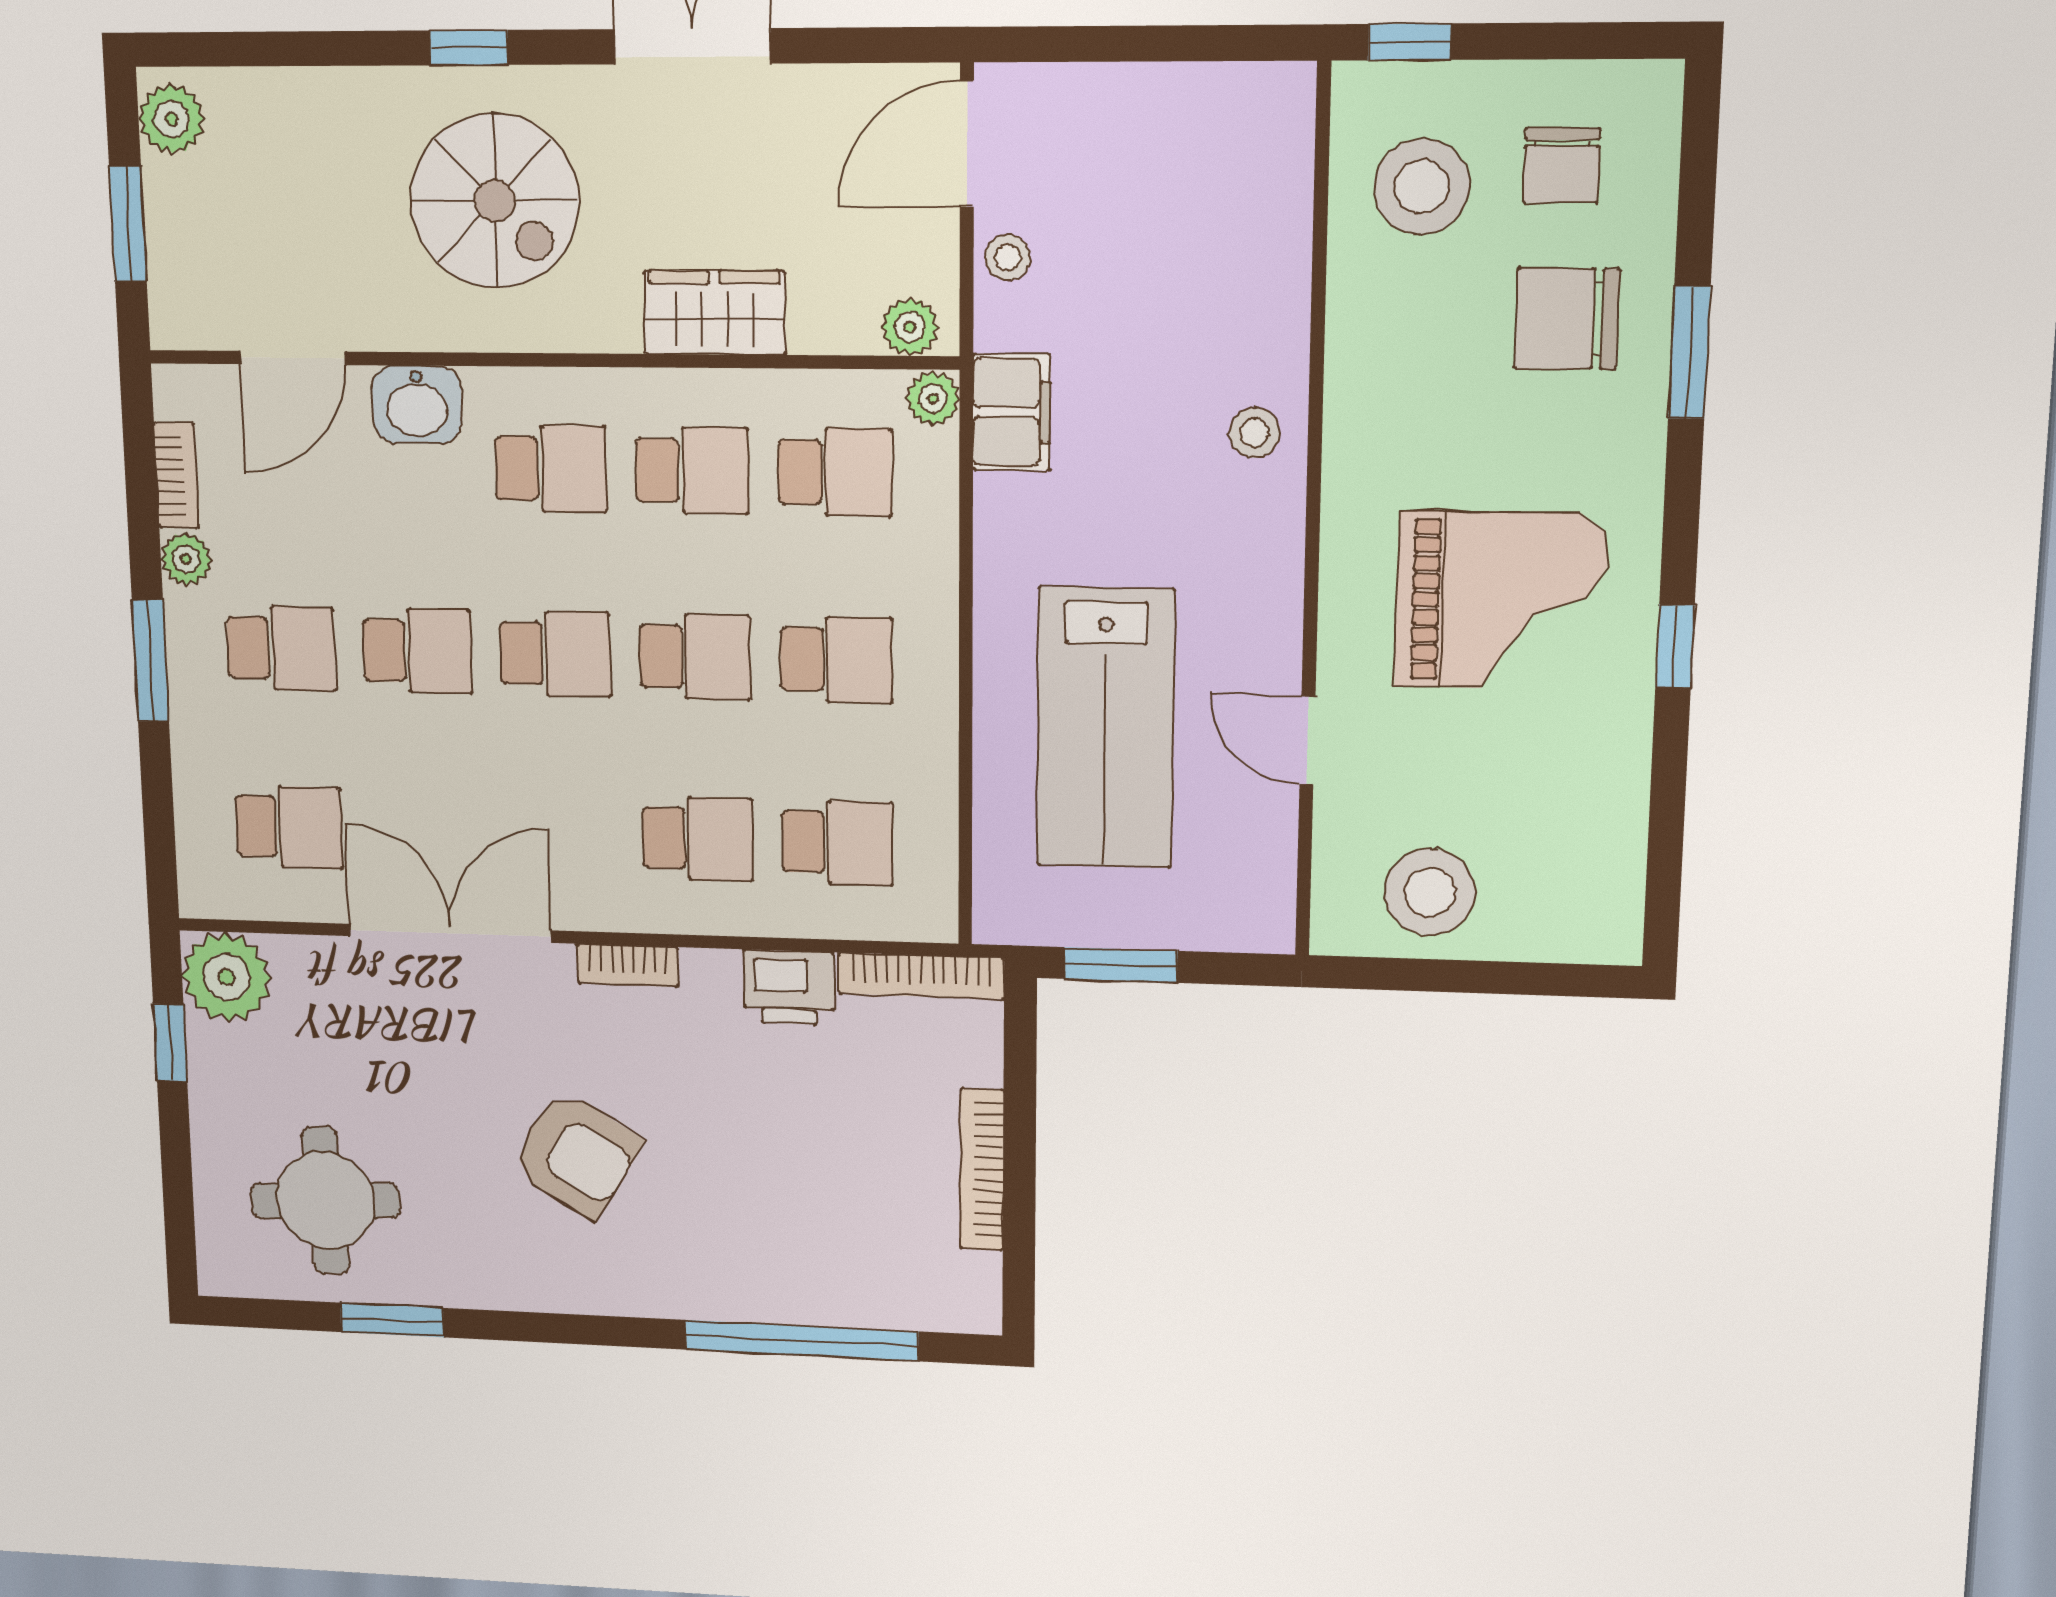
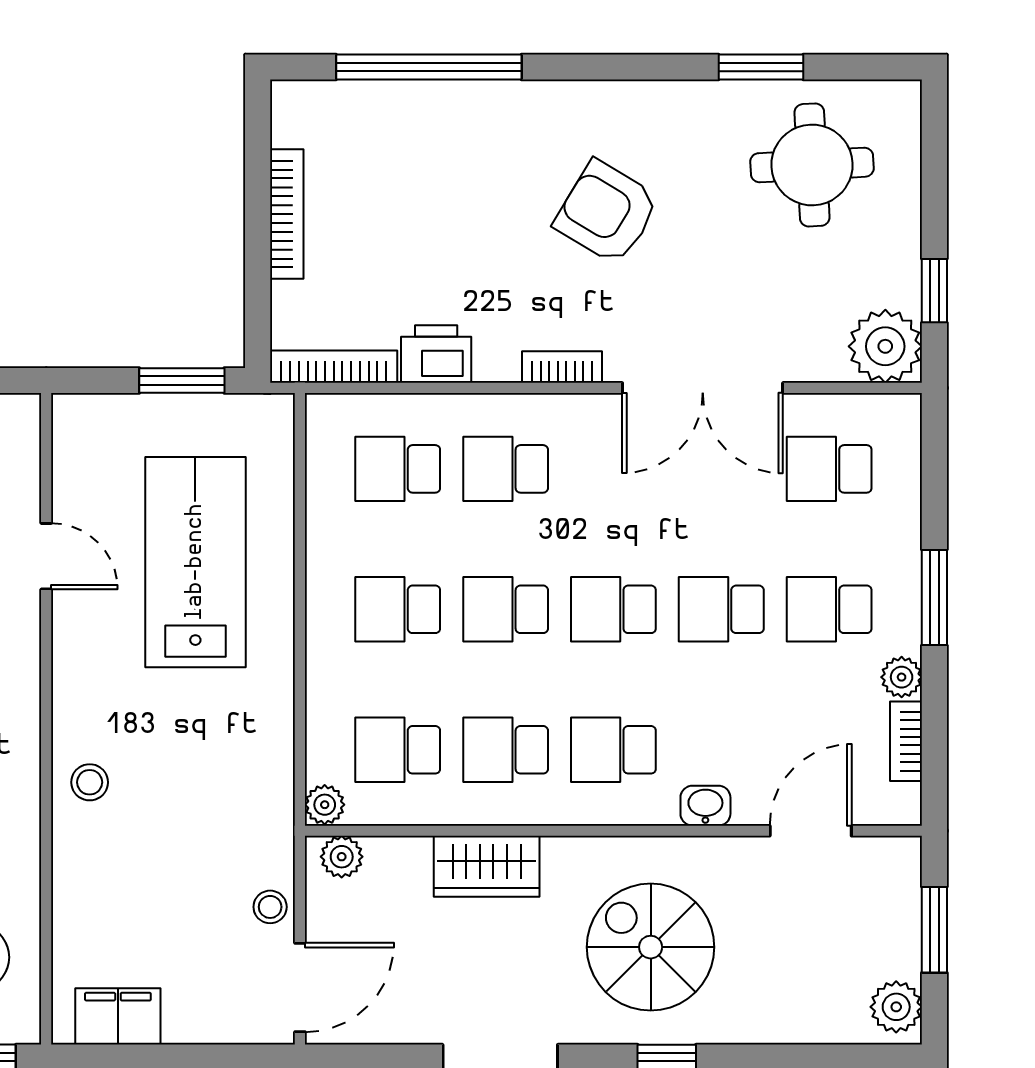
washbasin: (417, 405) -> (705, 806), width x0.72, depth x0.69
filing cabinet: (1011, 412) -> (118, 1016), moved, turned 90

